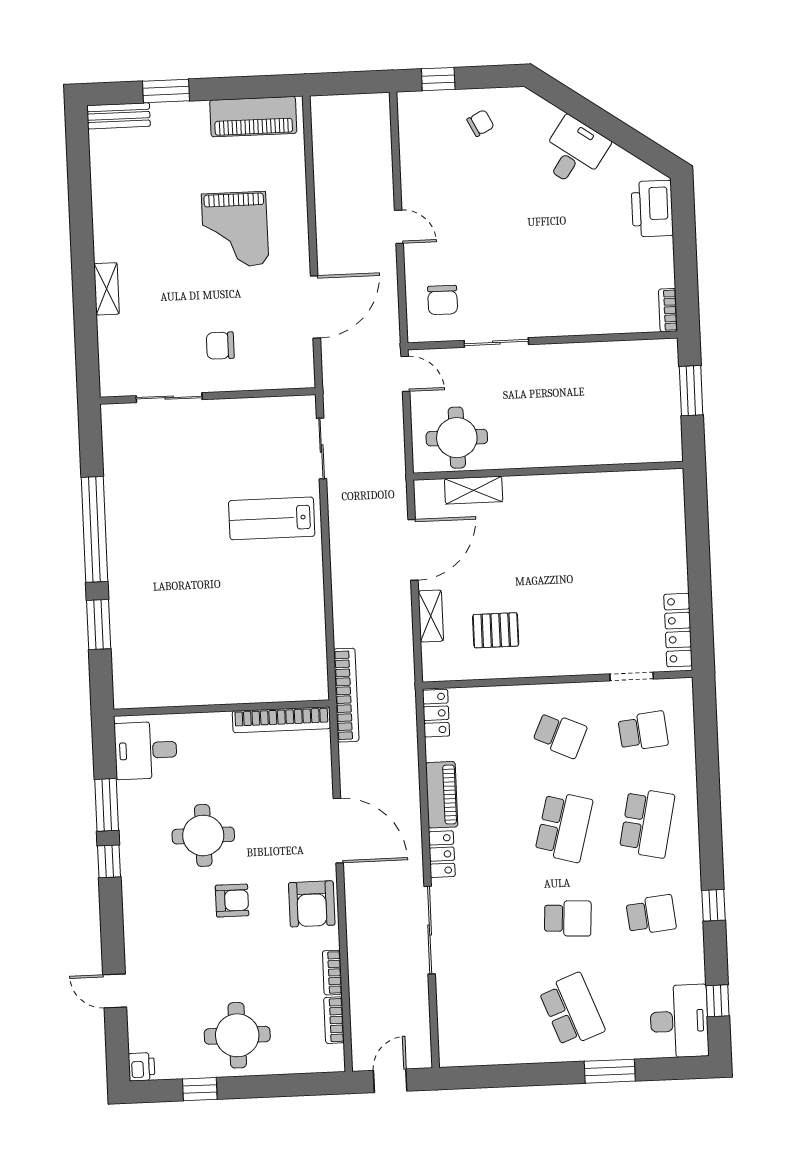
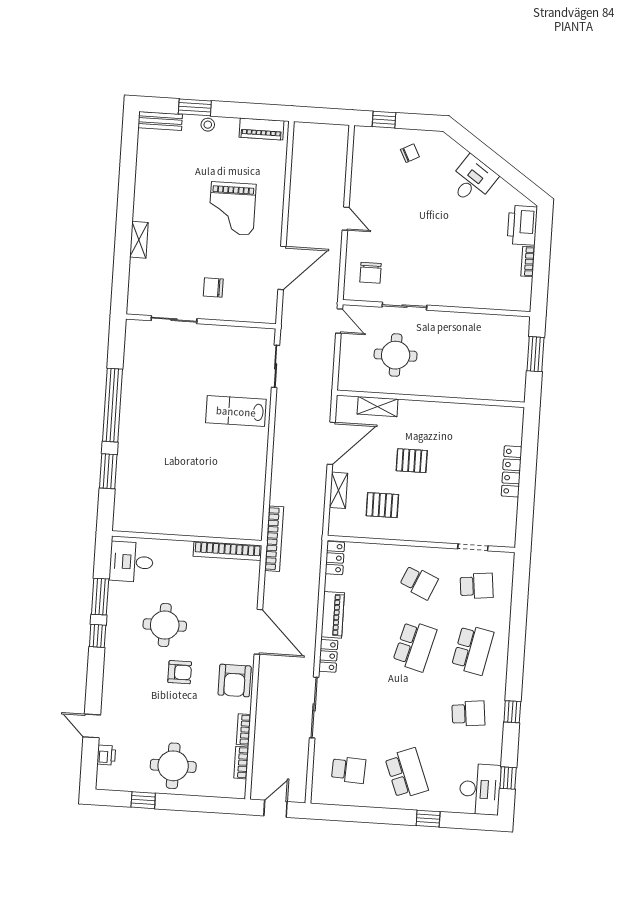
stool: (187, 114) -> (208, 125), added
piano: (253, 117) -> (261, 129), width x0.73, depth x0.75
bookcase: (668, 310) -> (528, 262), moved
round table: (457, 438) -> (396, 355), moved
pallet: (531, 562) -> (412, 461), added
locker: (678, 630) -> (512, 471), moved
school desk: (568, 918) -> (349, 770), moved
printer: (142, 1067) -> (106, 755), moved
window: (610, 1071) -> (428, 819), width x0.67

